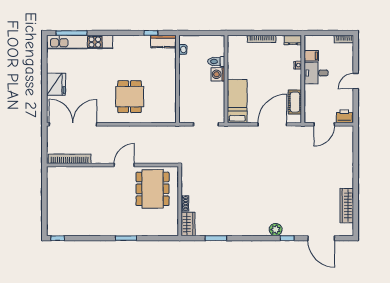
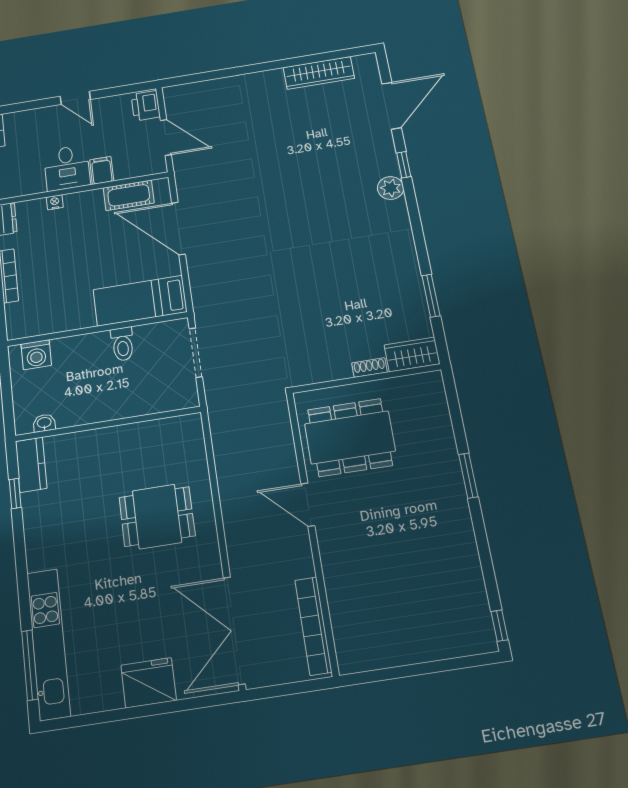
filing cabinet: (311, 56) -> (102, 170), moved
toilet: (216, 62) -> (123, 344), moved
washing machine: (218, 74) -> (36, 355), moved

